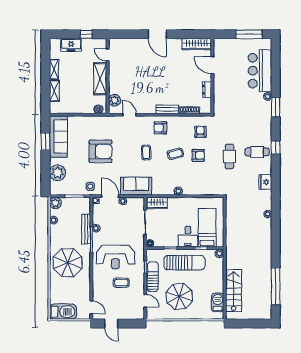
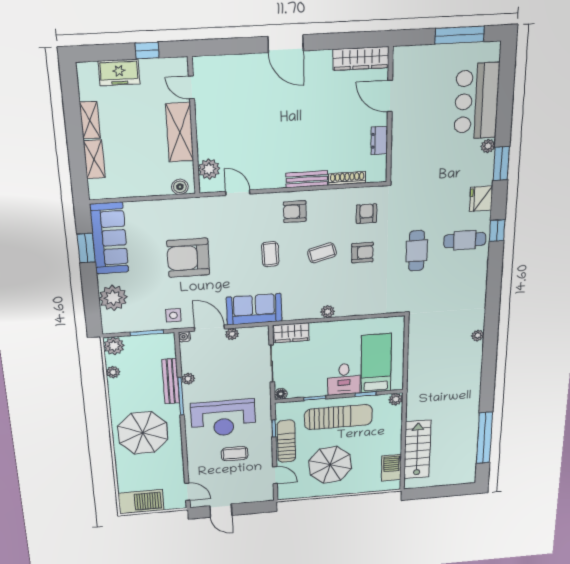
armchair: (101, 151) -> (188, 258), turned 180
fridge: (265, 182) -> (481, 199), moved

